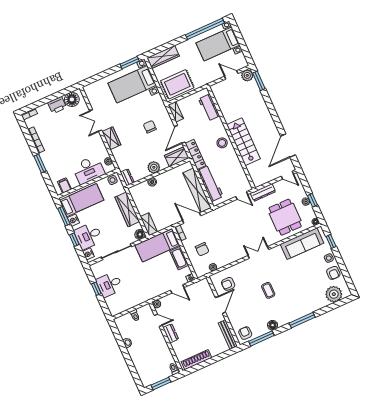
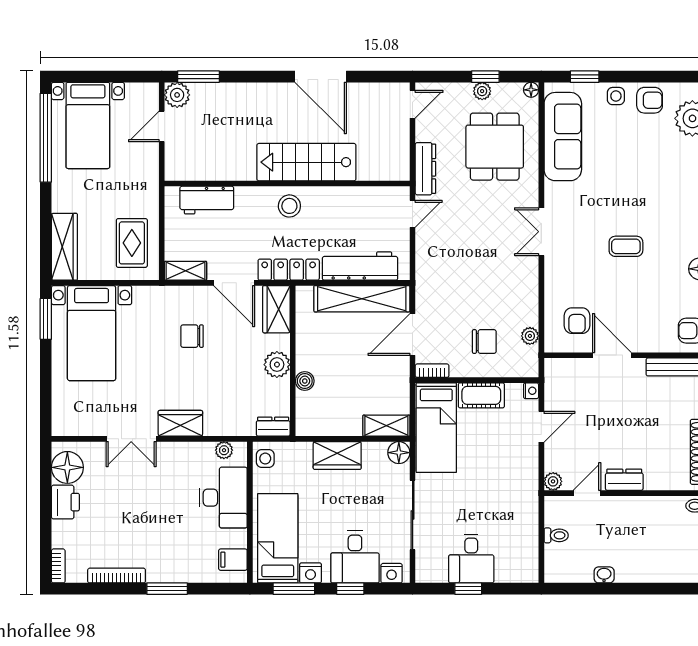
rug: (177, 84) -> (132, 243), width x0.73, depth x0.70
door: (288, 146) -> (321, 77), moved
wardrobe: (127, 209) -> (337, 455), width x0.67
dining table: (285, 217) -> (495, 147), turned 90

